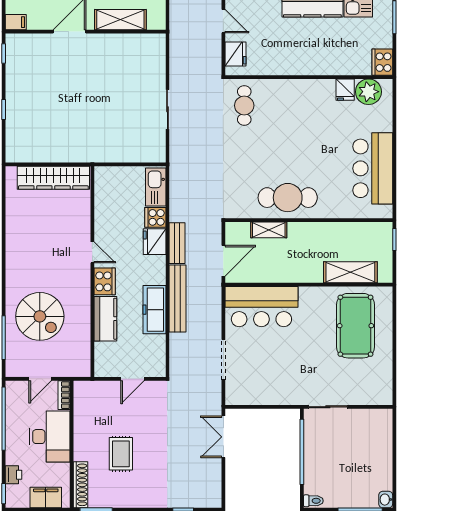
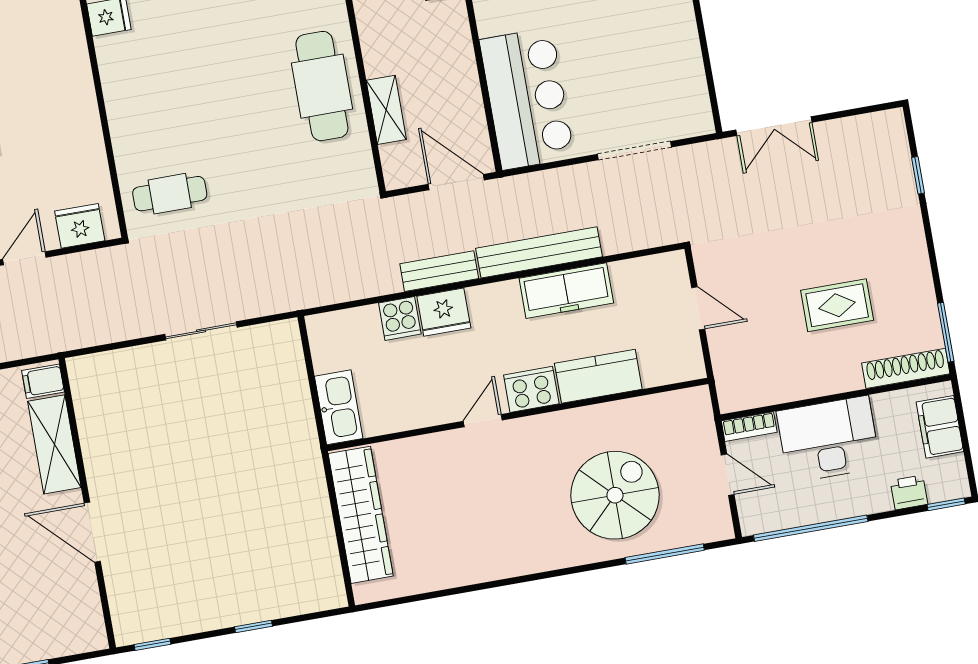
filing cabinet: (16, 22) -> (43, 381), moved, turned -90
kitchen sink: (156, 187) -> (339, 407), moved, turned -90

